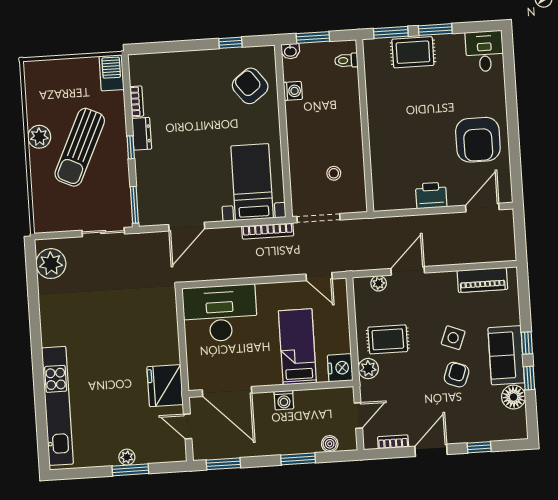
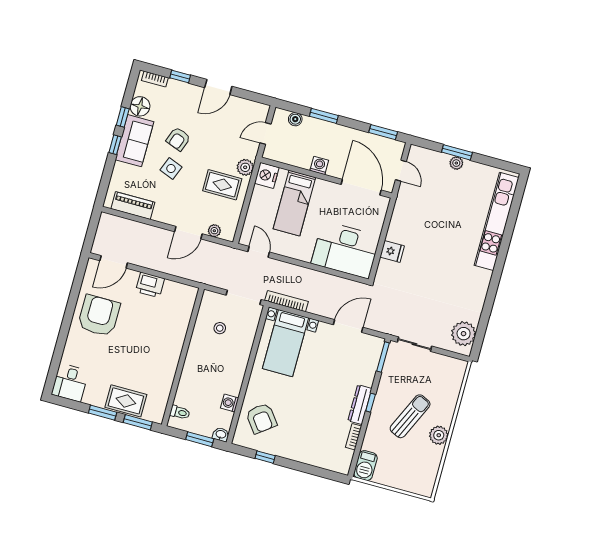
dresser: (142, 134) -> (360, 405), width x1.44
sun lounger: (80, 147) -> (410, 416), width x0.73, depth x0.75
fridge: (165, 386) -> (392, 251), moved, width x0.53, depth x0.75
bookcase: (393, 442) -> (155, 79), moved

